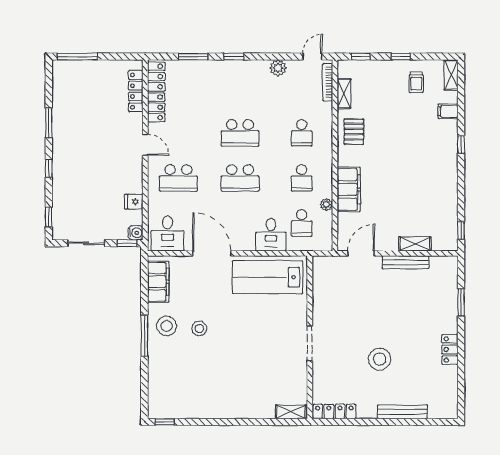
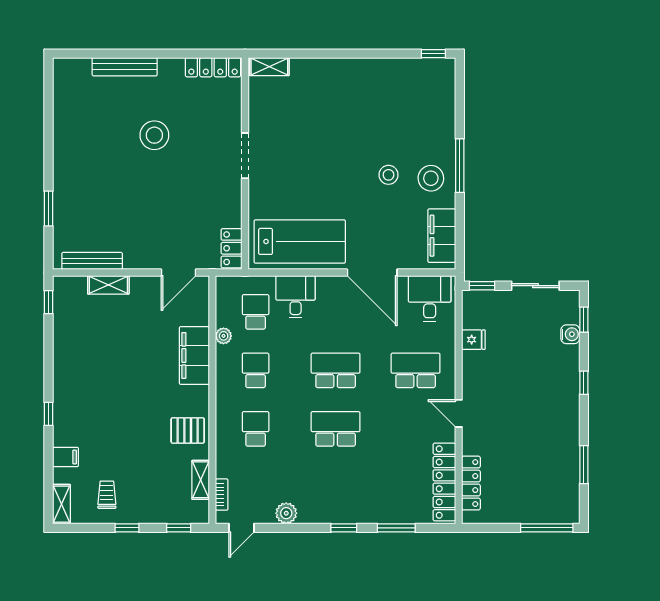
bookcase: (328, 82) -> (222, 495), width x0.64
window: (49, 123) -> (584, 465), moved
pallet: (354, 132) -> (188, 430), turned 90
water cooler: (136, 233) -> (570, 334), moved, turned 180
bench: (406, 262) -> (92, 261), moved
locker: (450, 349) -> (231, 248), moved, turned 180

